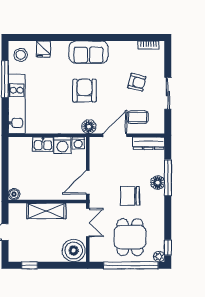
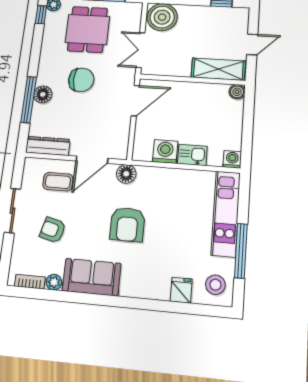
plant: (131, 46) -> (54, 282), added
sofa: (88, 52) -> (92, 277), moved
washing machine: (78, 143) -> (232, 159), moved
shelving: (46, 211) -> (218, 69), moved

